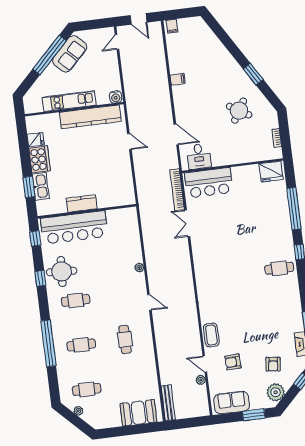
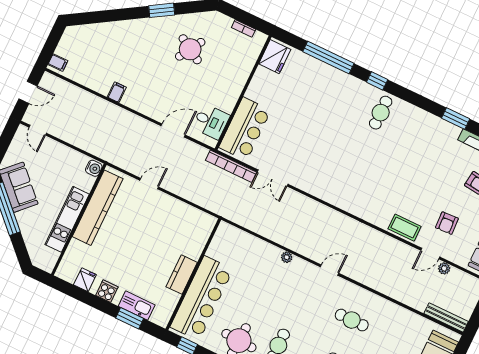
cooker: (40, 159) -> (107, 291), width x0.53, depth x0.76

